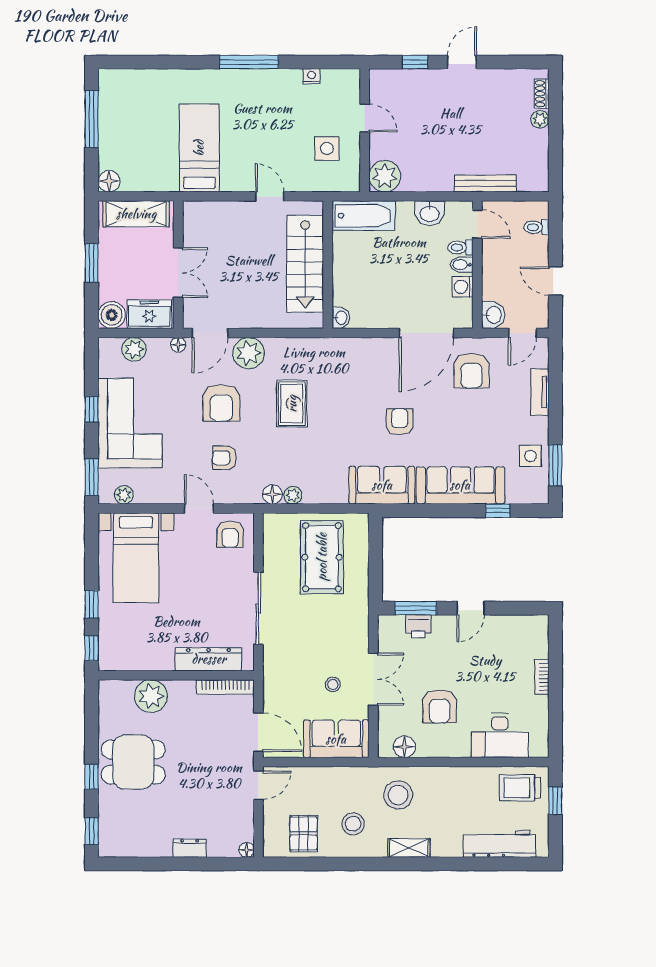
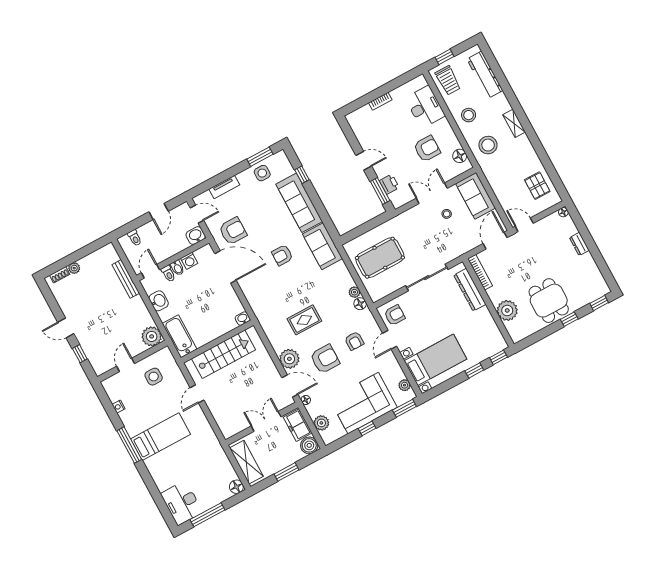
desk: (128, 92) -> (182, 503), added
bed: (199, 148) -> (161, 437), moved, turned 180
stool: (353, 824) -> (469, 115), moved
pallet: (304, 833) -> (537, 186), turned 90

